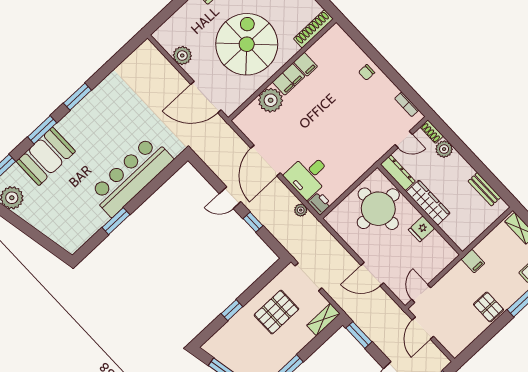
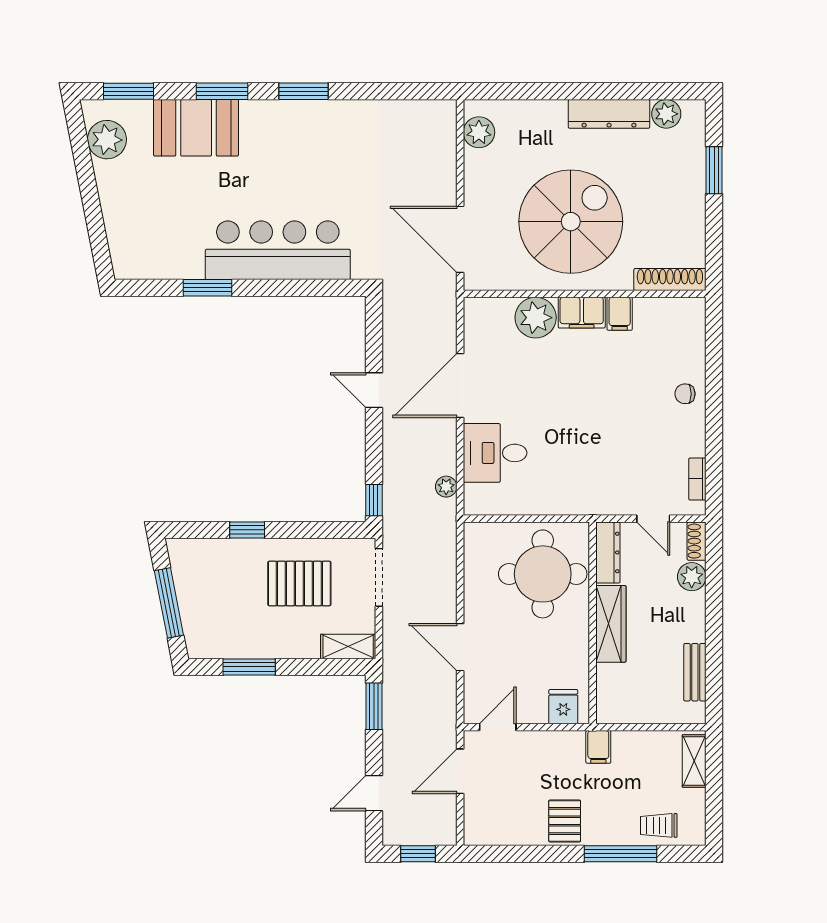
plant: (182, 56) -> (479, 132), moved
printer: (320, 203) -> (477, 500), removed
window: (253, 222) -> (374, 500), moved
fridge: (421, 229) -> (563, 707), moved, turned 90

